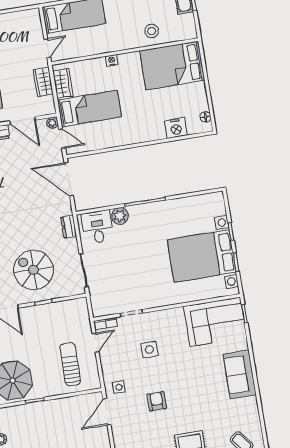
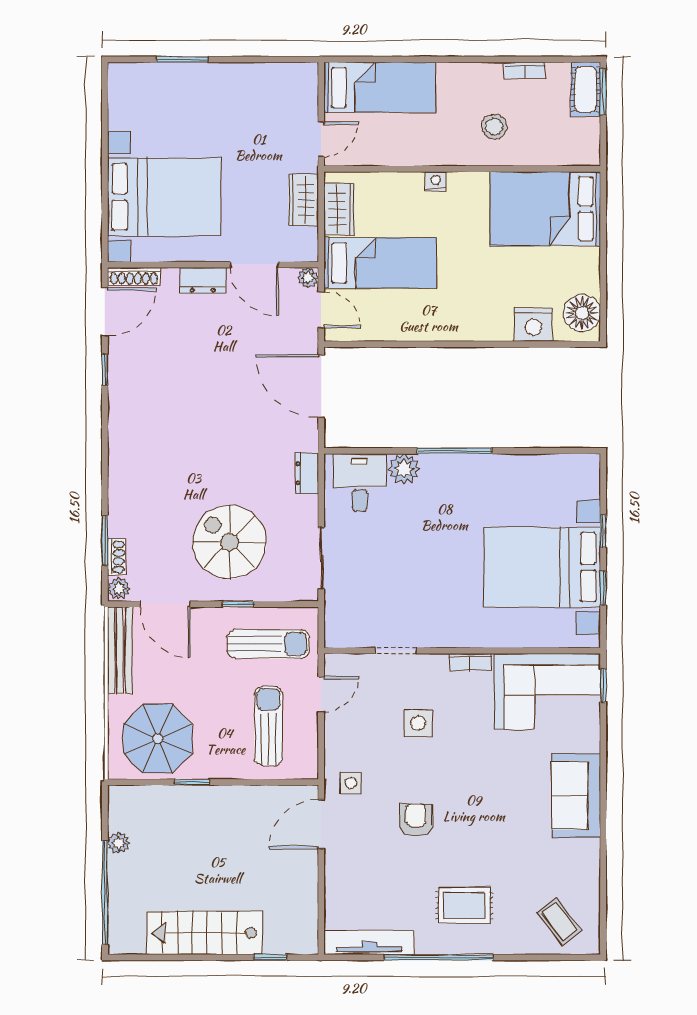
stool: (152, 31) -> (494, 127), moved
floor lamp: (205, 117) -> (582, 313), width x1.89, depth x1.89
sun lounger: (63, 321) -> (268, 644), added
bookcase: (105, 324) -> (470, 662), moved

